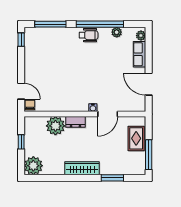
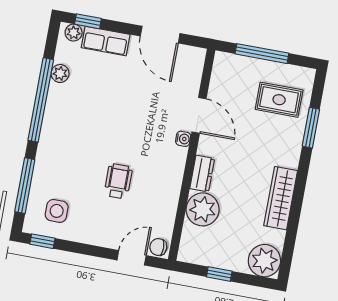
wheelchair: (89, 35) -> (118, 181), moved
window: (149, 42) -> (88, 21), added
side table: (40, 45) -> (57, 211), added
door: (149, 84) -> (160, 35), hinge flipped
rug: (136, 138) -> (279, 100), moved
window: (149, 155) -> (262, 54), moved
wardrobe: (82, 168) -> (281, 198), moved

